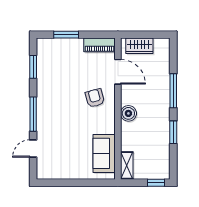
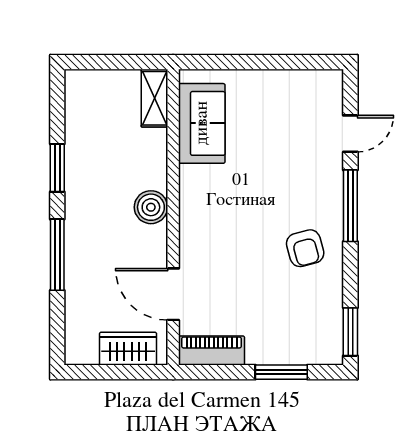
window: (33, 67) -> (350, 332), moved
armchair: (95, 98) -> (305, 248), moved
window: (156, 183) -> (93, 62), removed

